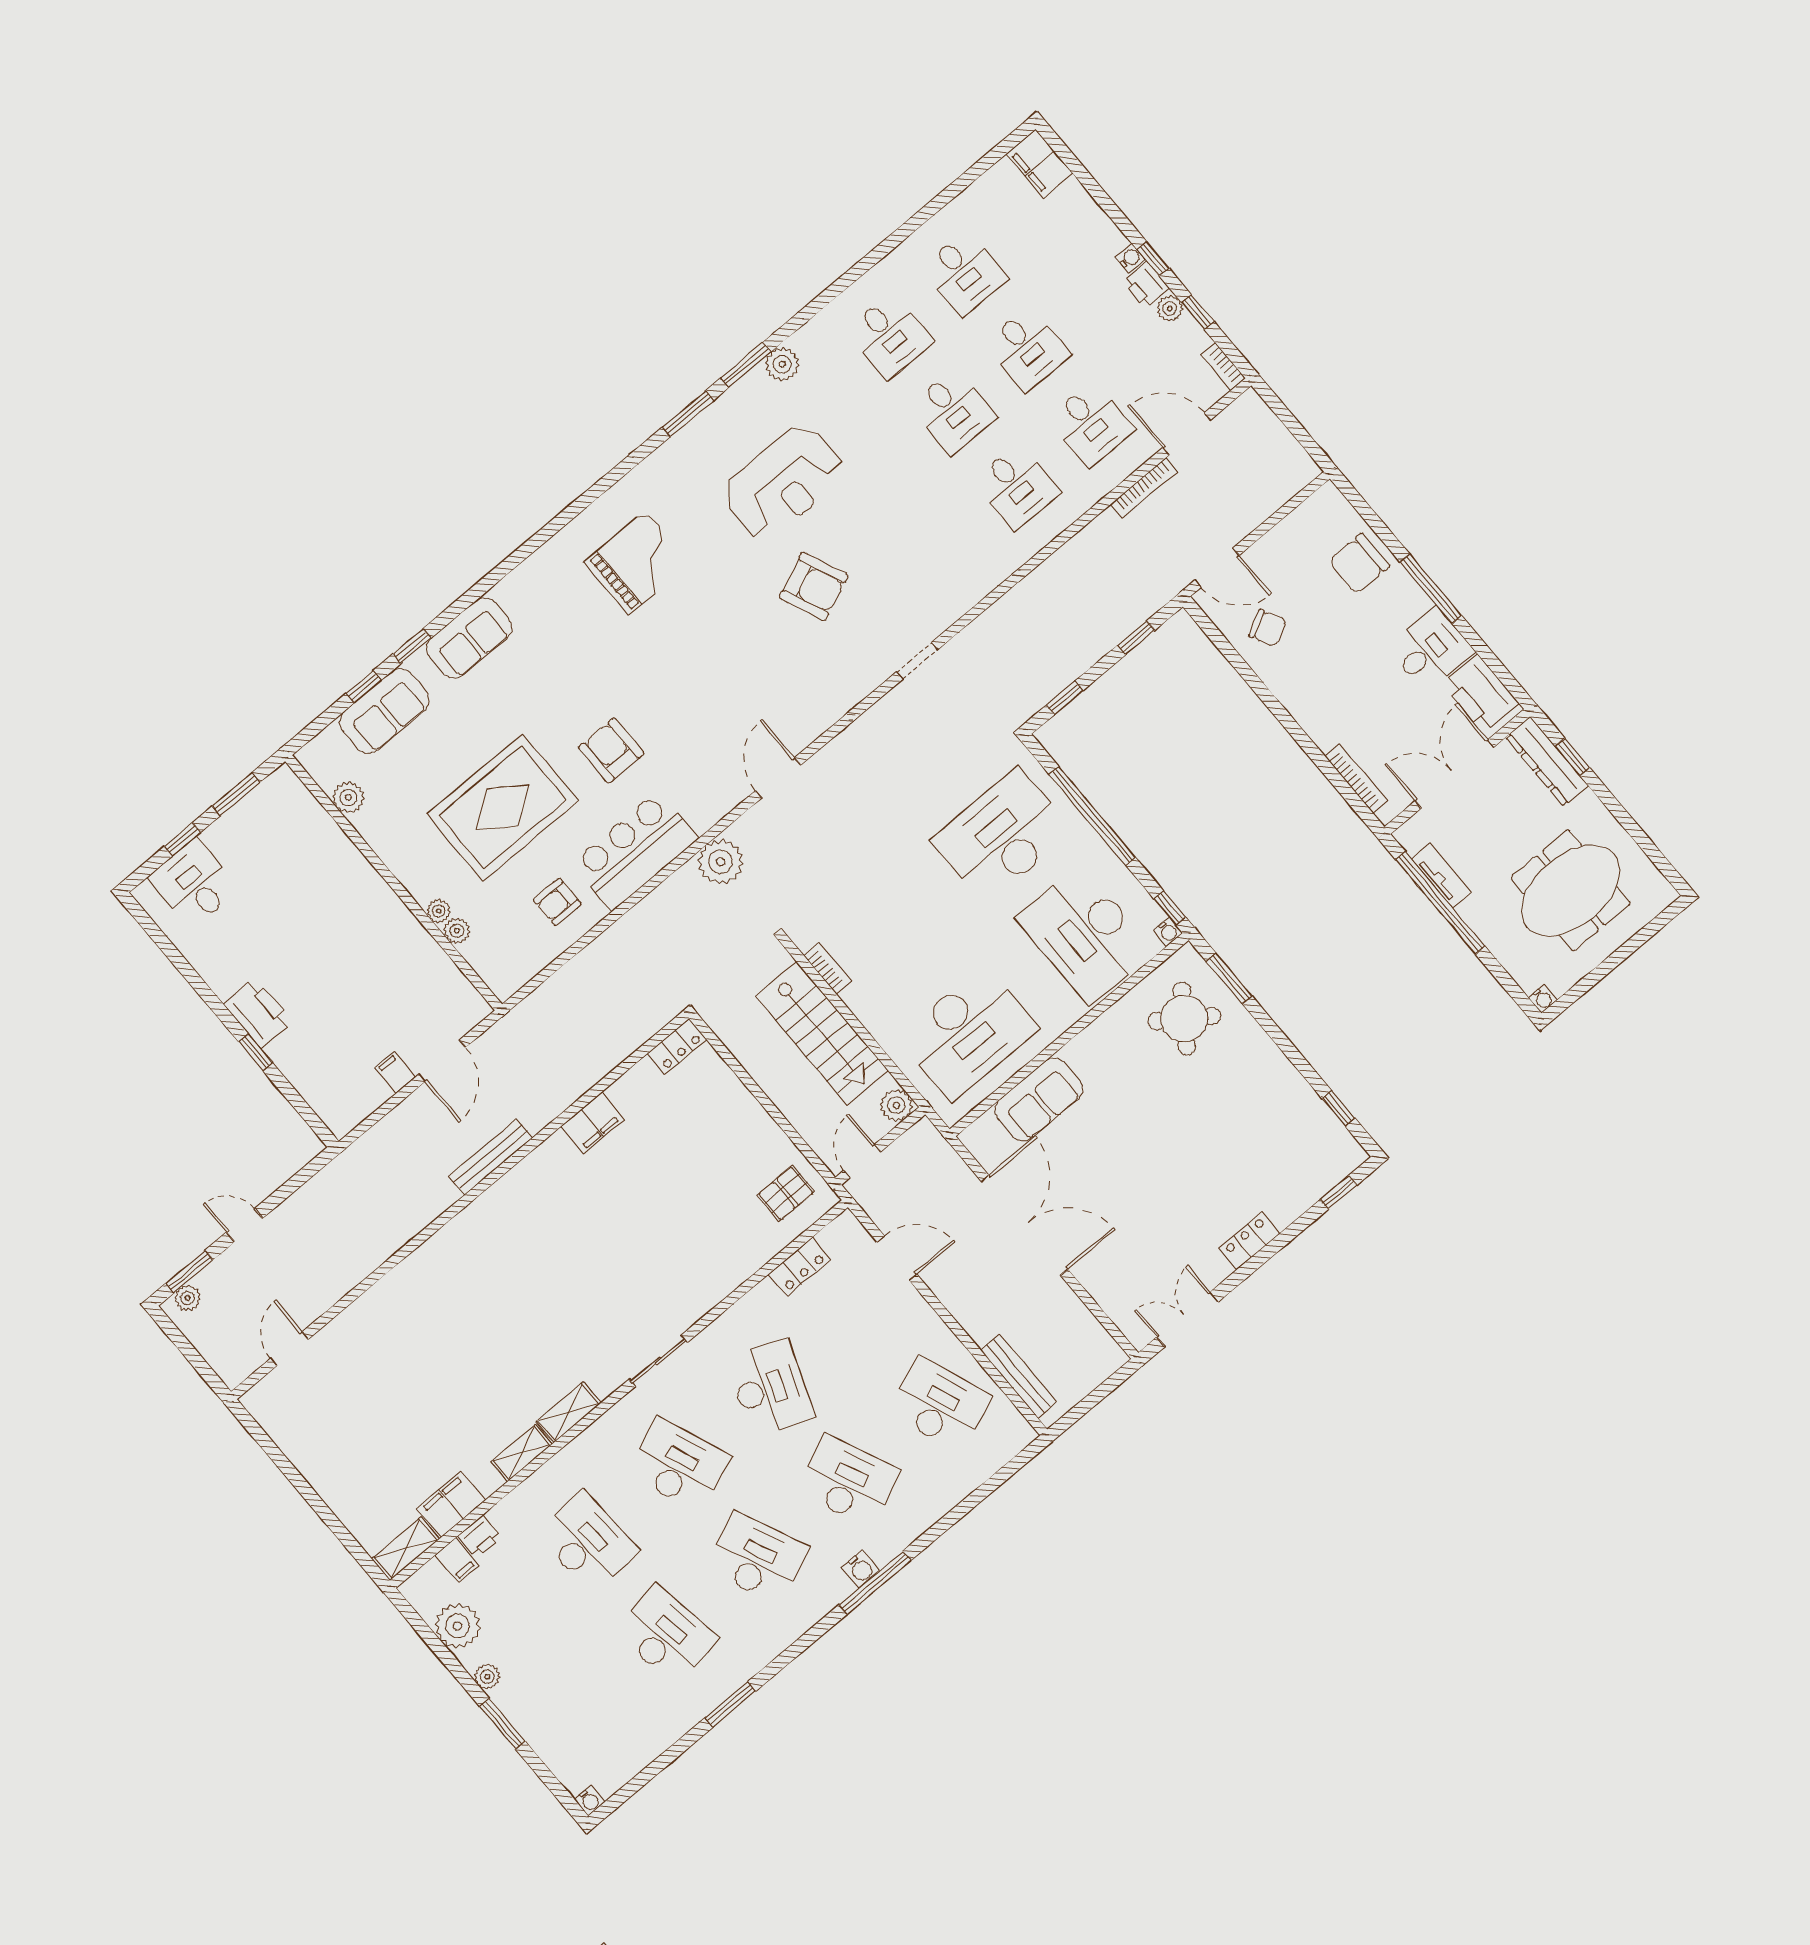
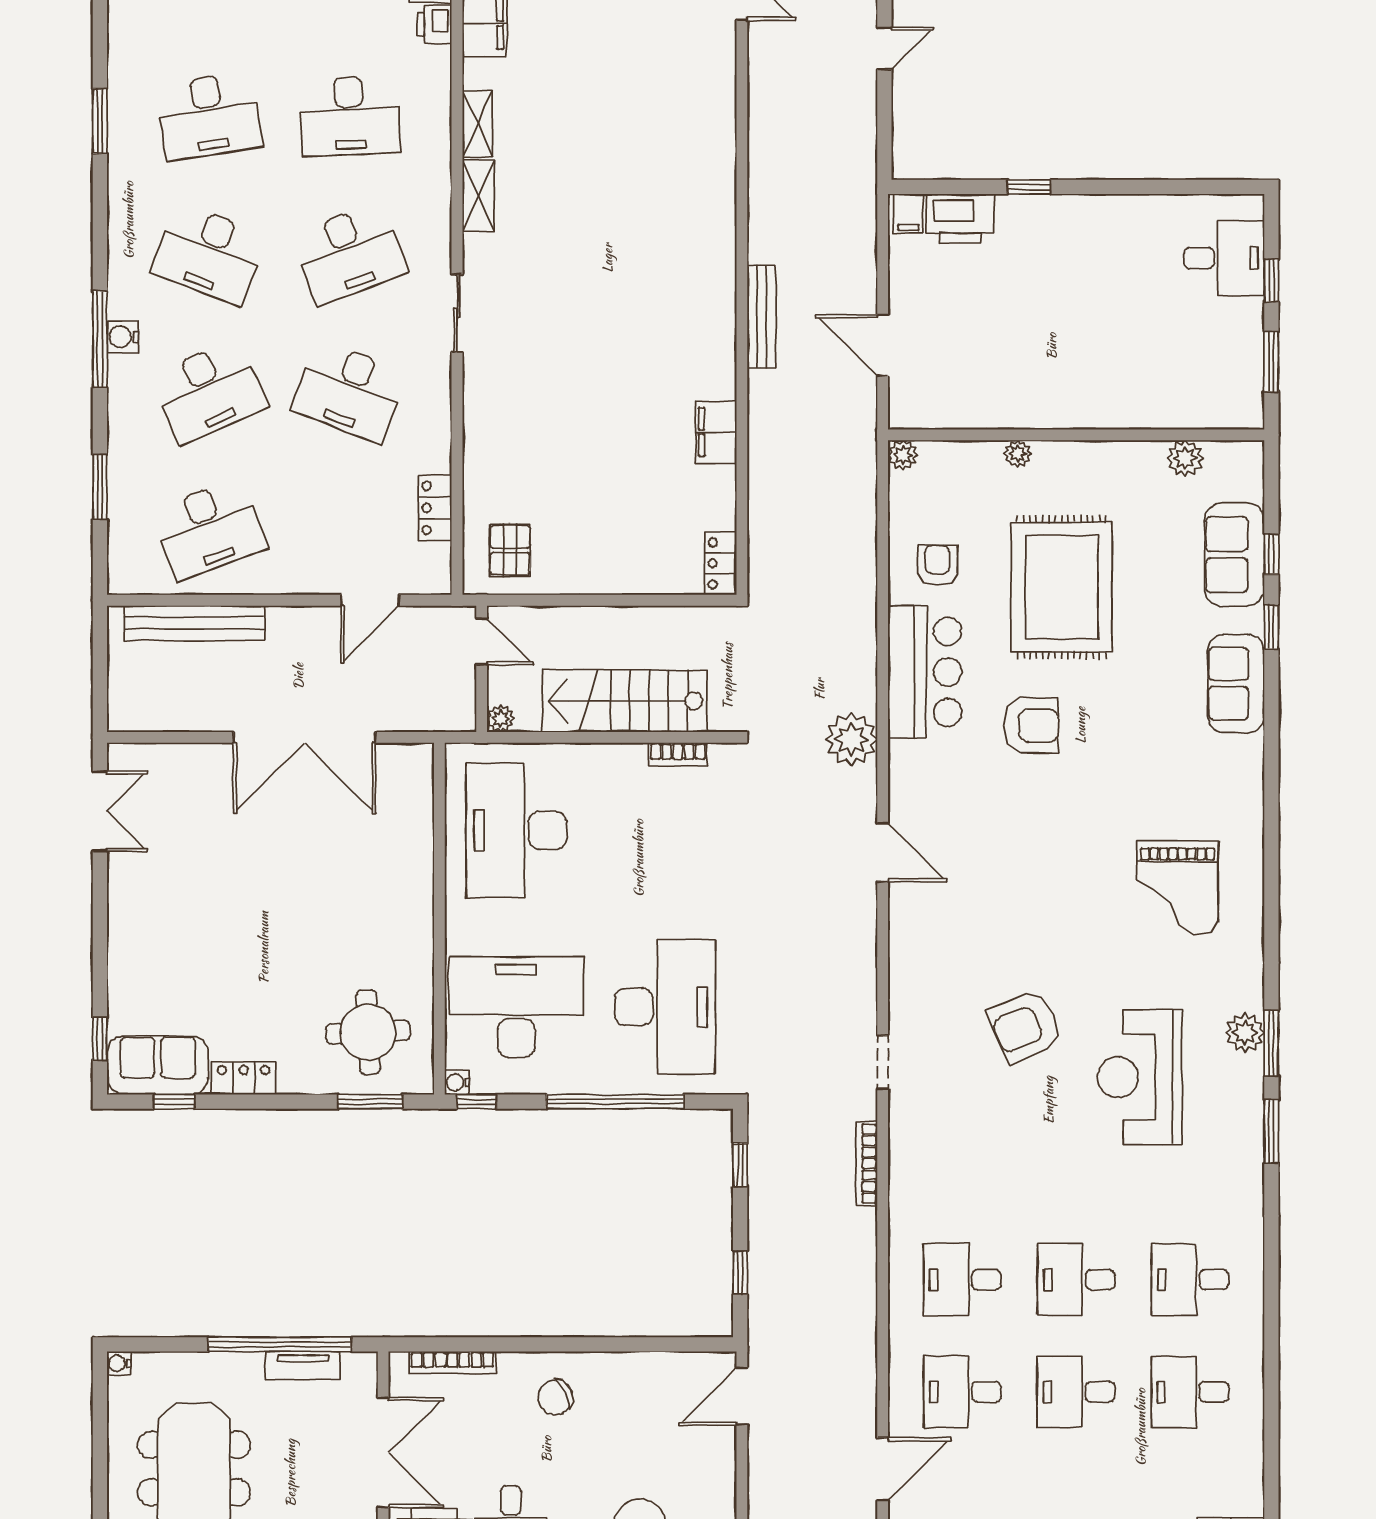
plant: (782, 364) -> (1245, 1033), moved
bookcase: (1144, 488) -> (867, 1164), moved
chair: (1267, 628) -> (556, 1397), moved
plant: (457, 931) -> (903, 455), moved
printer: (258, 1013) -> (960, 218), moved
round table: (1184, 1018) -> (368, 1032), turned -38
filing cabinet: (395, 1072) -> (908, 214), moved, turned 90
sofa: (1039, 1099) -> (158, 1065), moved, turned 90
plant: (896, 1105) -> (500, 719), width x0.73, depth x0.73
locker: (1249, 1241) -> (243, 1078), moved, turned -90
bench: (1019, 1376) -> (194, 623), width x1.37, depth x1.21
window: (973, 1500) -> (100, 487), added
desk: (757, 1558) -> (209, 254), turned 45

